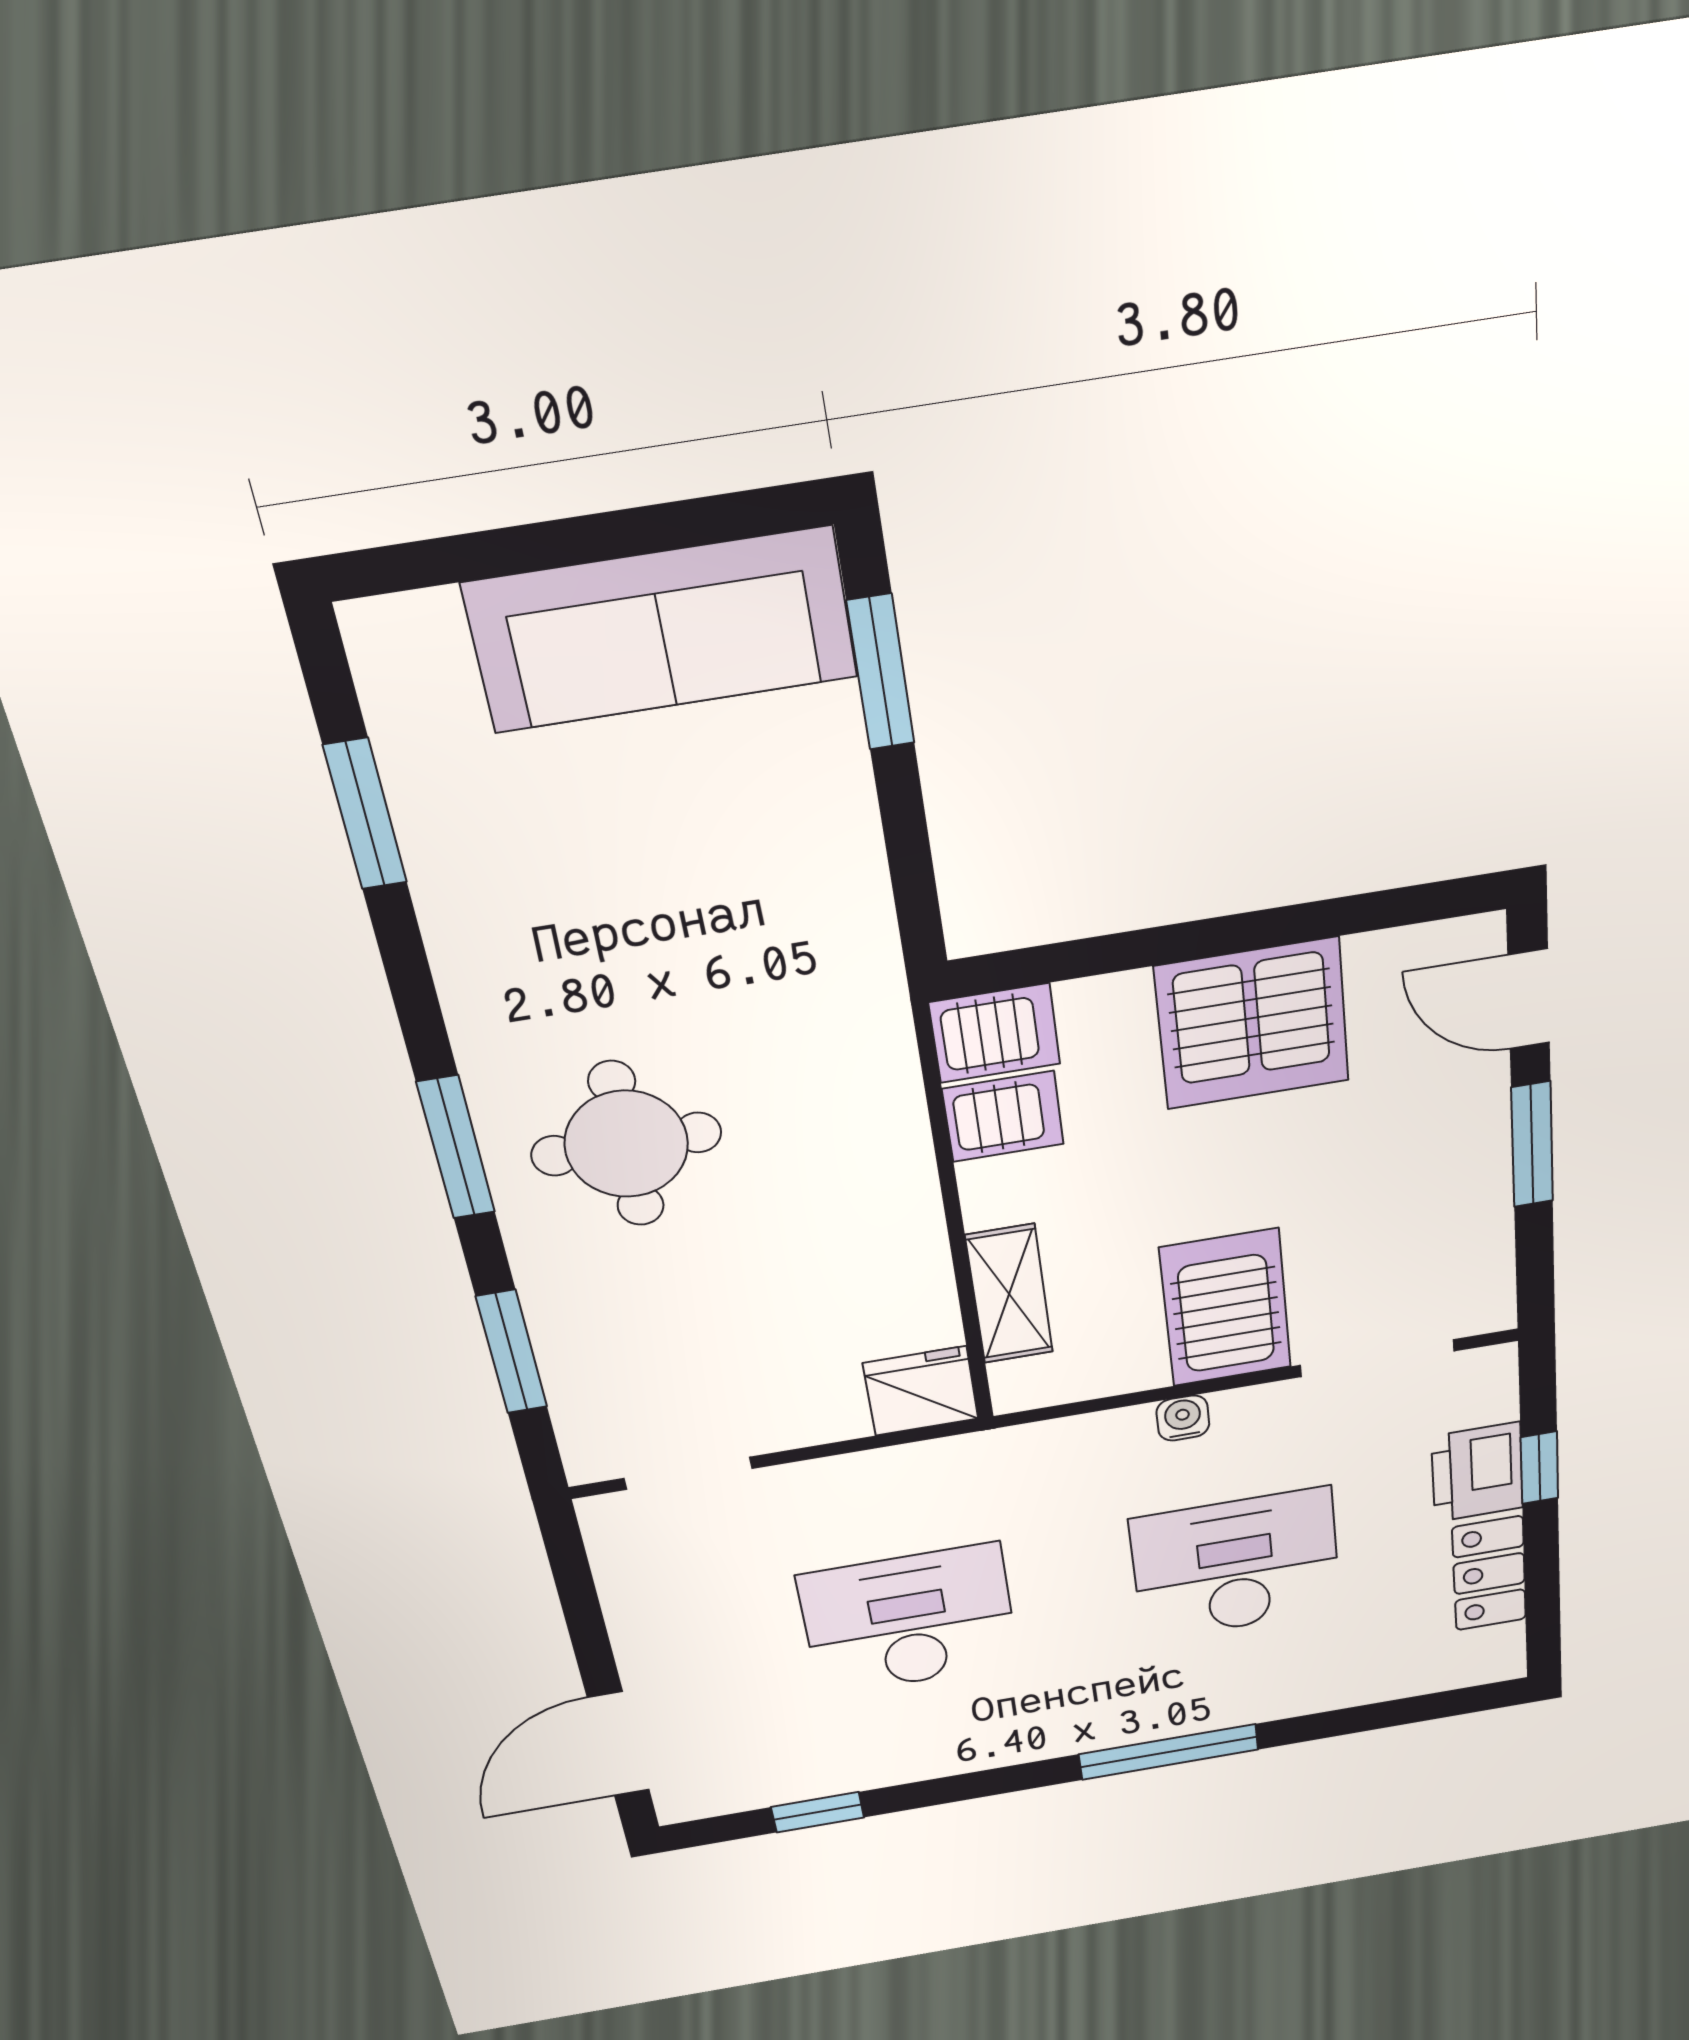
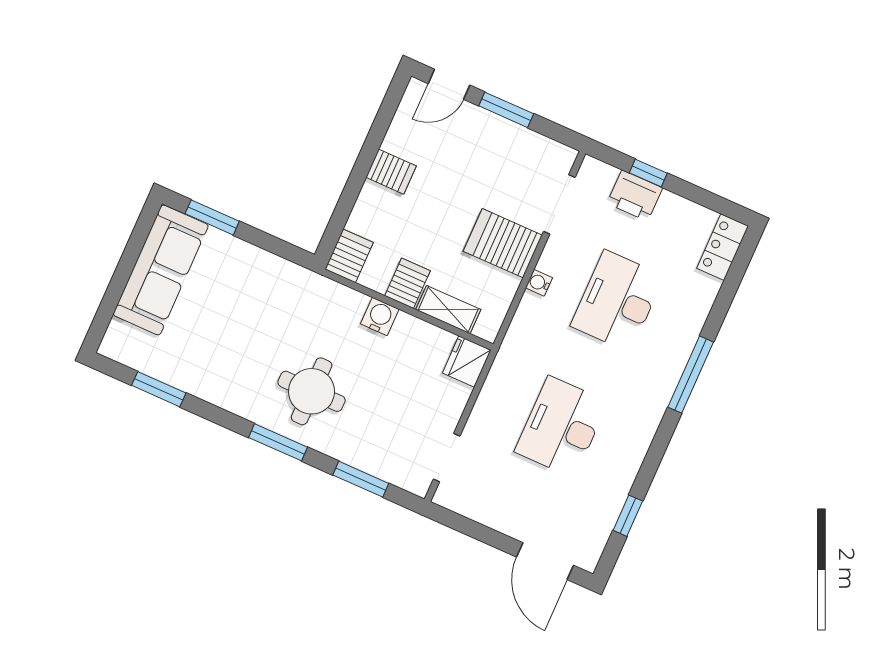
server rack: (1252, 1024) -> (391, 172), width x0.46, depth x0.70
server rack: (1003, 1117) -> (408, 283), moved
water cooler: (899, 1176) -> (380, 317), added
locker: (1489, 1573) -> (723, 247), moved, turned 90

